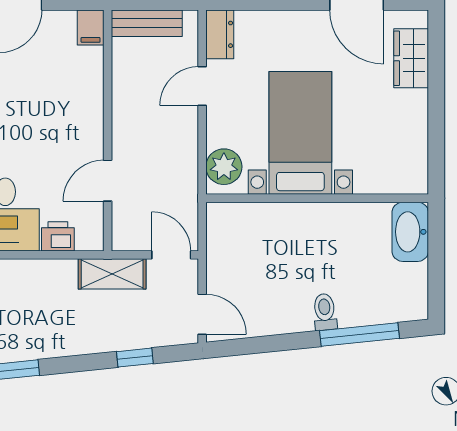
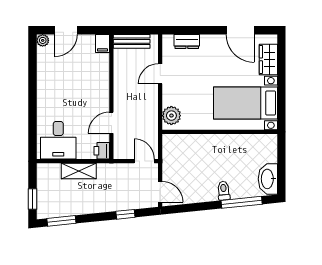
dresser: (220, 34) -> (187, 41), moved, turned 90
bed with nightstands: (300, 133) -> (245, 103), moved, turned -90
washbasin: (410, 232) -> (268, 179), moved
printer: (58, 236) -> (102, 151), moved, turned -90
shelving: (112, 274) -> (79, 171), moved

